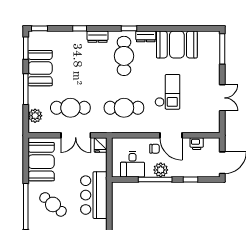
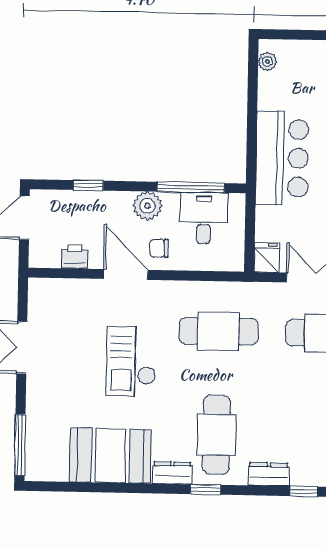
window: (155, 180) -> (191, 187), moved

